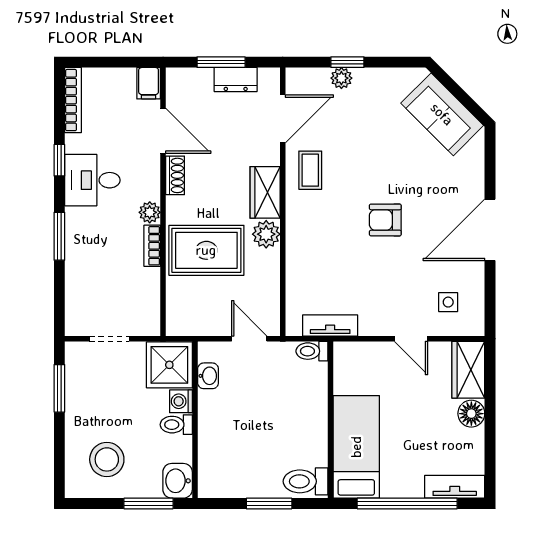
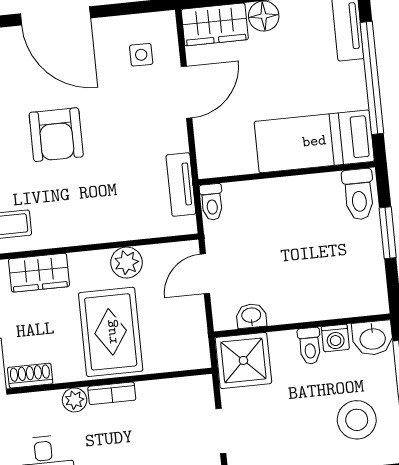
armchair: (385, 220) -> (56, 135), width x1.38, depth x1.38
plant: (266, 234) -> (127, 263), moved
door: (411, 339) -> (186, 92), width x1.38
washing machine: (181, 401) -> (335, 338), moved

